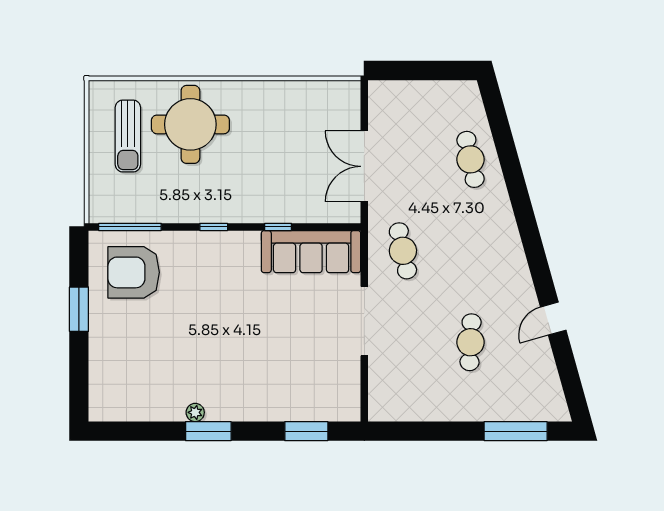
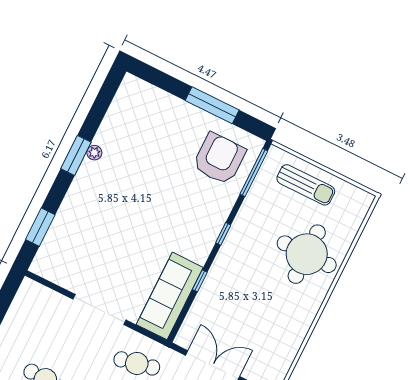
sun lounger: (128, 136) -> (306, 185), moved, turned 180
window: (79, 309) -> (212, 105), width x1.44

